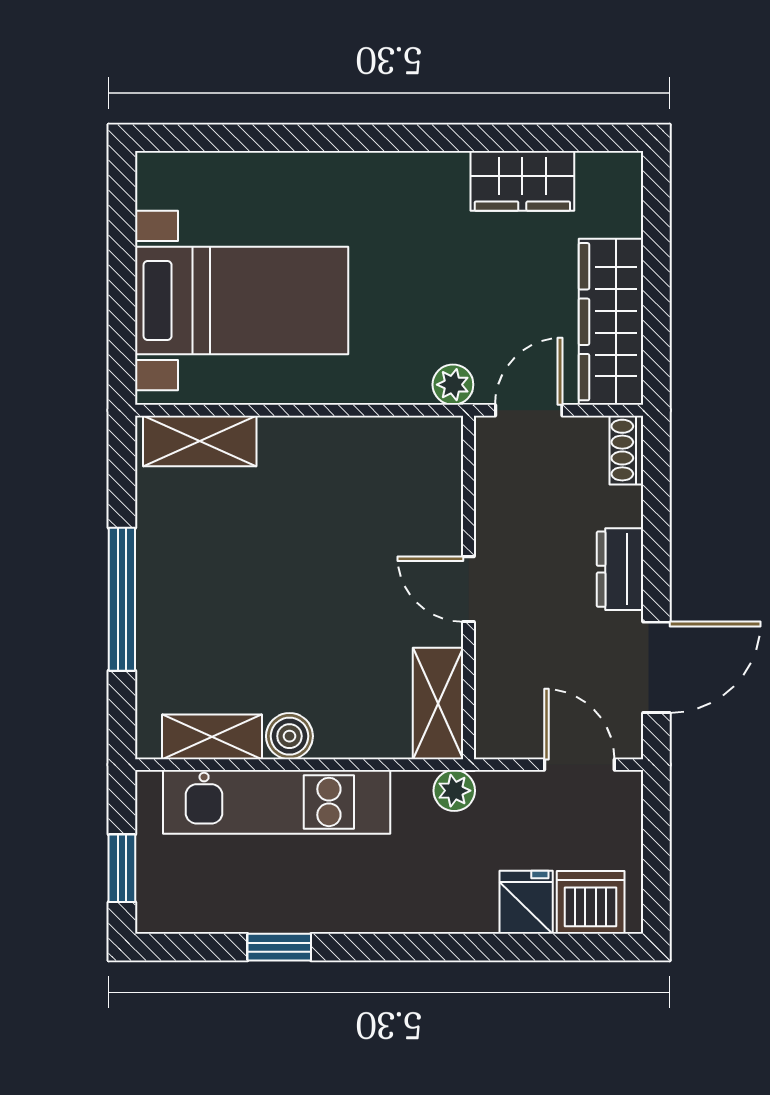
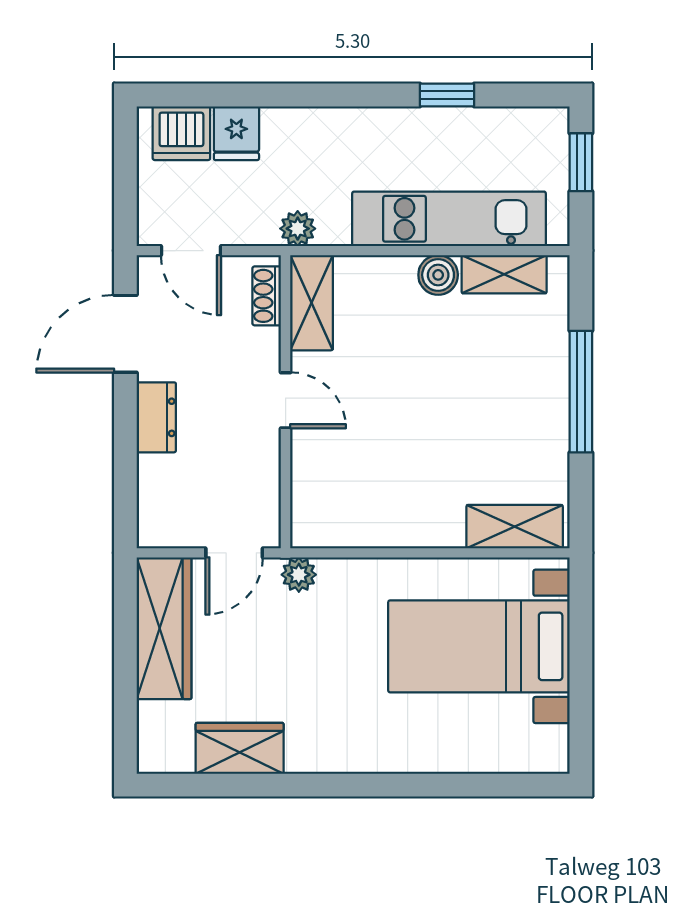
shoe rack: (626, 450) -> (267, 296), moved, turned 180

